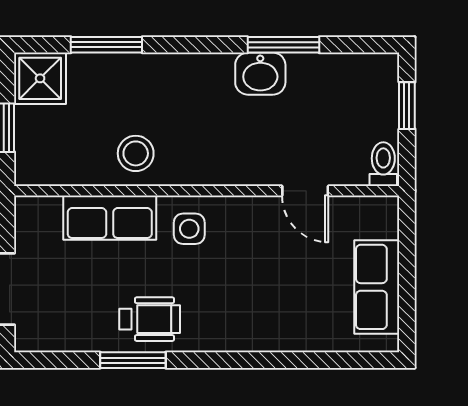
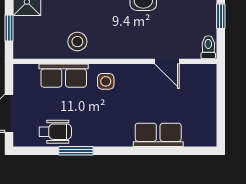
row of seats: (377, 287) -> (158, 135), moved, turned 90
wheelchair: (150, 319) -> (55, 132), moved

